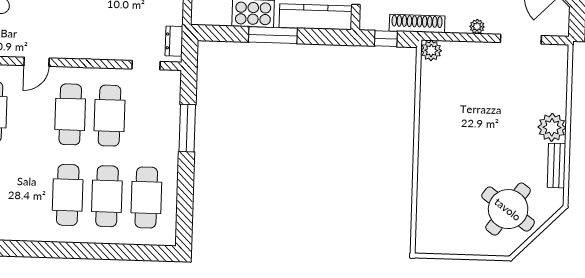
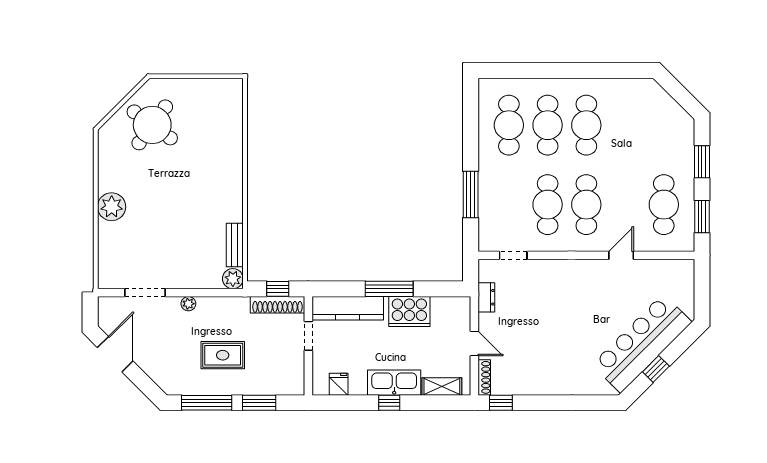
shoe rack: (417, 24) -> (278, 305), moved
dresser: (174, 41) -> (486, 297), moved
bench: (556, 166) -> (235, 245), moved

